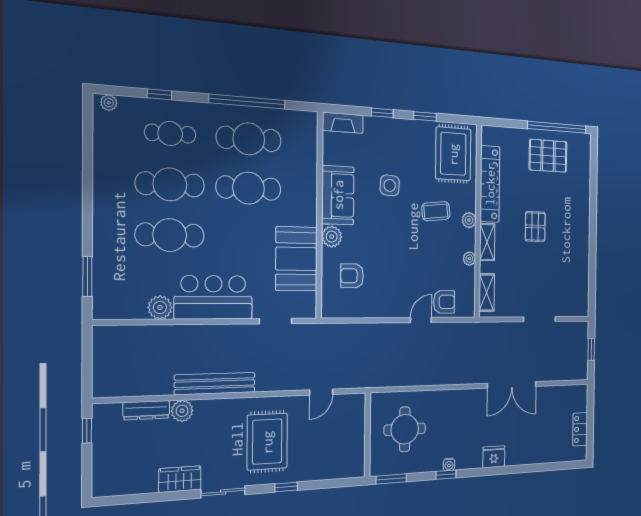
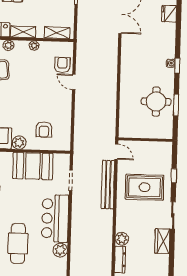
bench: (215, 384) -> (108, 185), moved
round table: (405, 429) -> (156, 102), moved
wall: (367, 435) -> (145, 140), moved
fridge: (494, 457) -> (169, 14), moved

